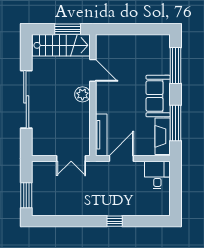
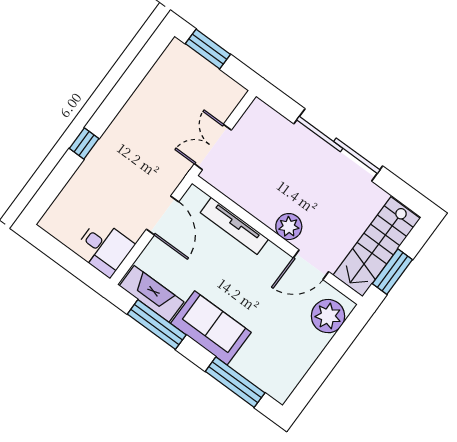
plant: (111, 44) -> (328, 316), added
tv unit: (101, 135) -> (234, 226), moved

